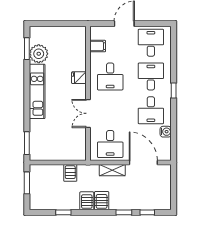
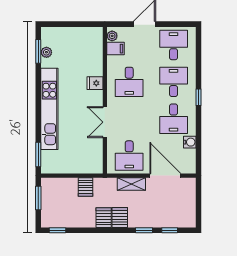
plant: (95, 34) -> (112, 36), added
plant: (39, 54) -> (46, 52), width x0.53, depth x0.53
kitchen unit: (37, 91) -> (49, 109), width x1.36
window: (63, 212) -> (57, 230), moved

